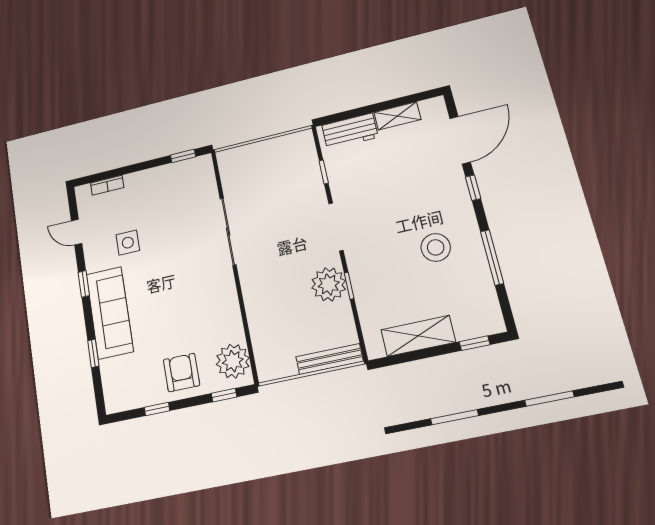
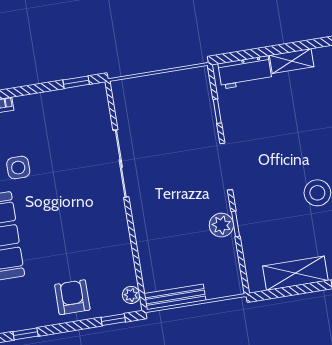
plant: (329, 284) -> (221, 225), width x0.73, depth x0.73
bench: (329, 359) -> (175, 297), moved
plant: (233, 361) -> (131, 295), width x0.53, depth x0.53
window: (157, 409) -> (26, 334), moved

